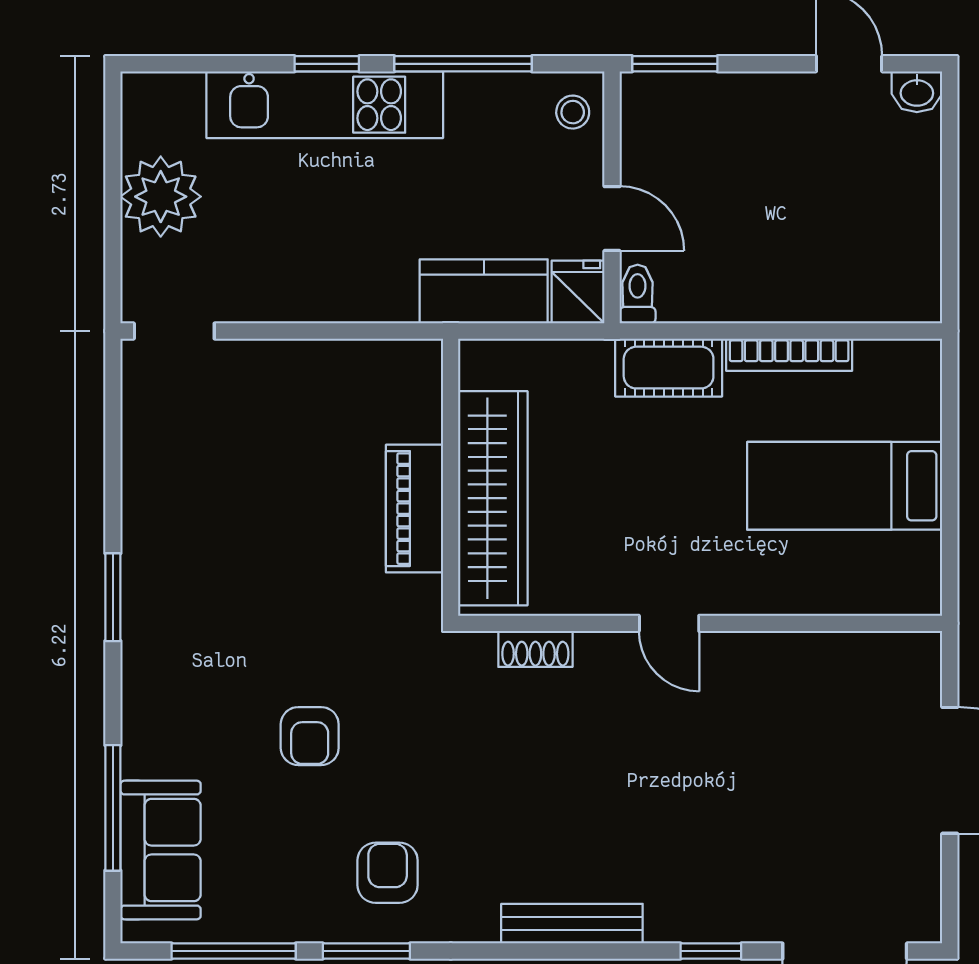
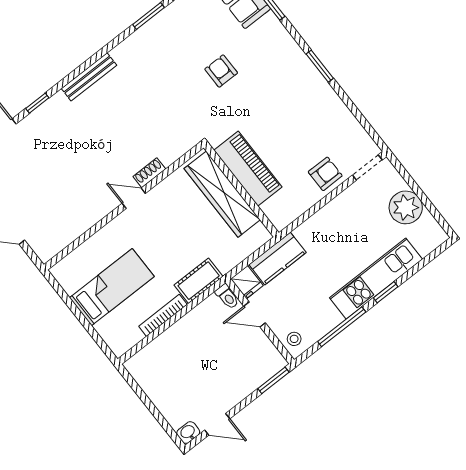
piano: (415, 509) -> (248, 169), width x1.37, depth x1.33
shoe rack: (535, 649) -> (149, 173), moved
armchair: (388, 873) -> (325, 174), moved, turned -90

